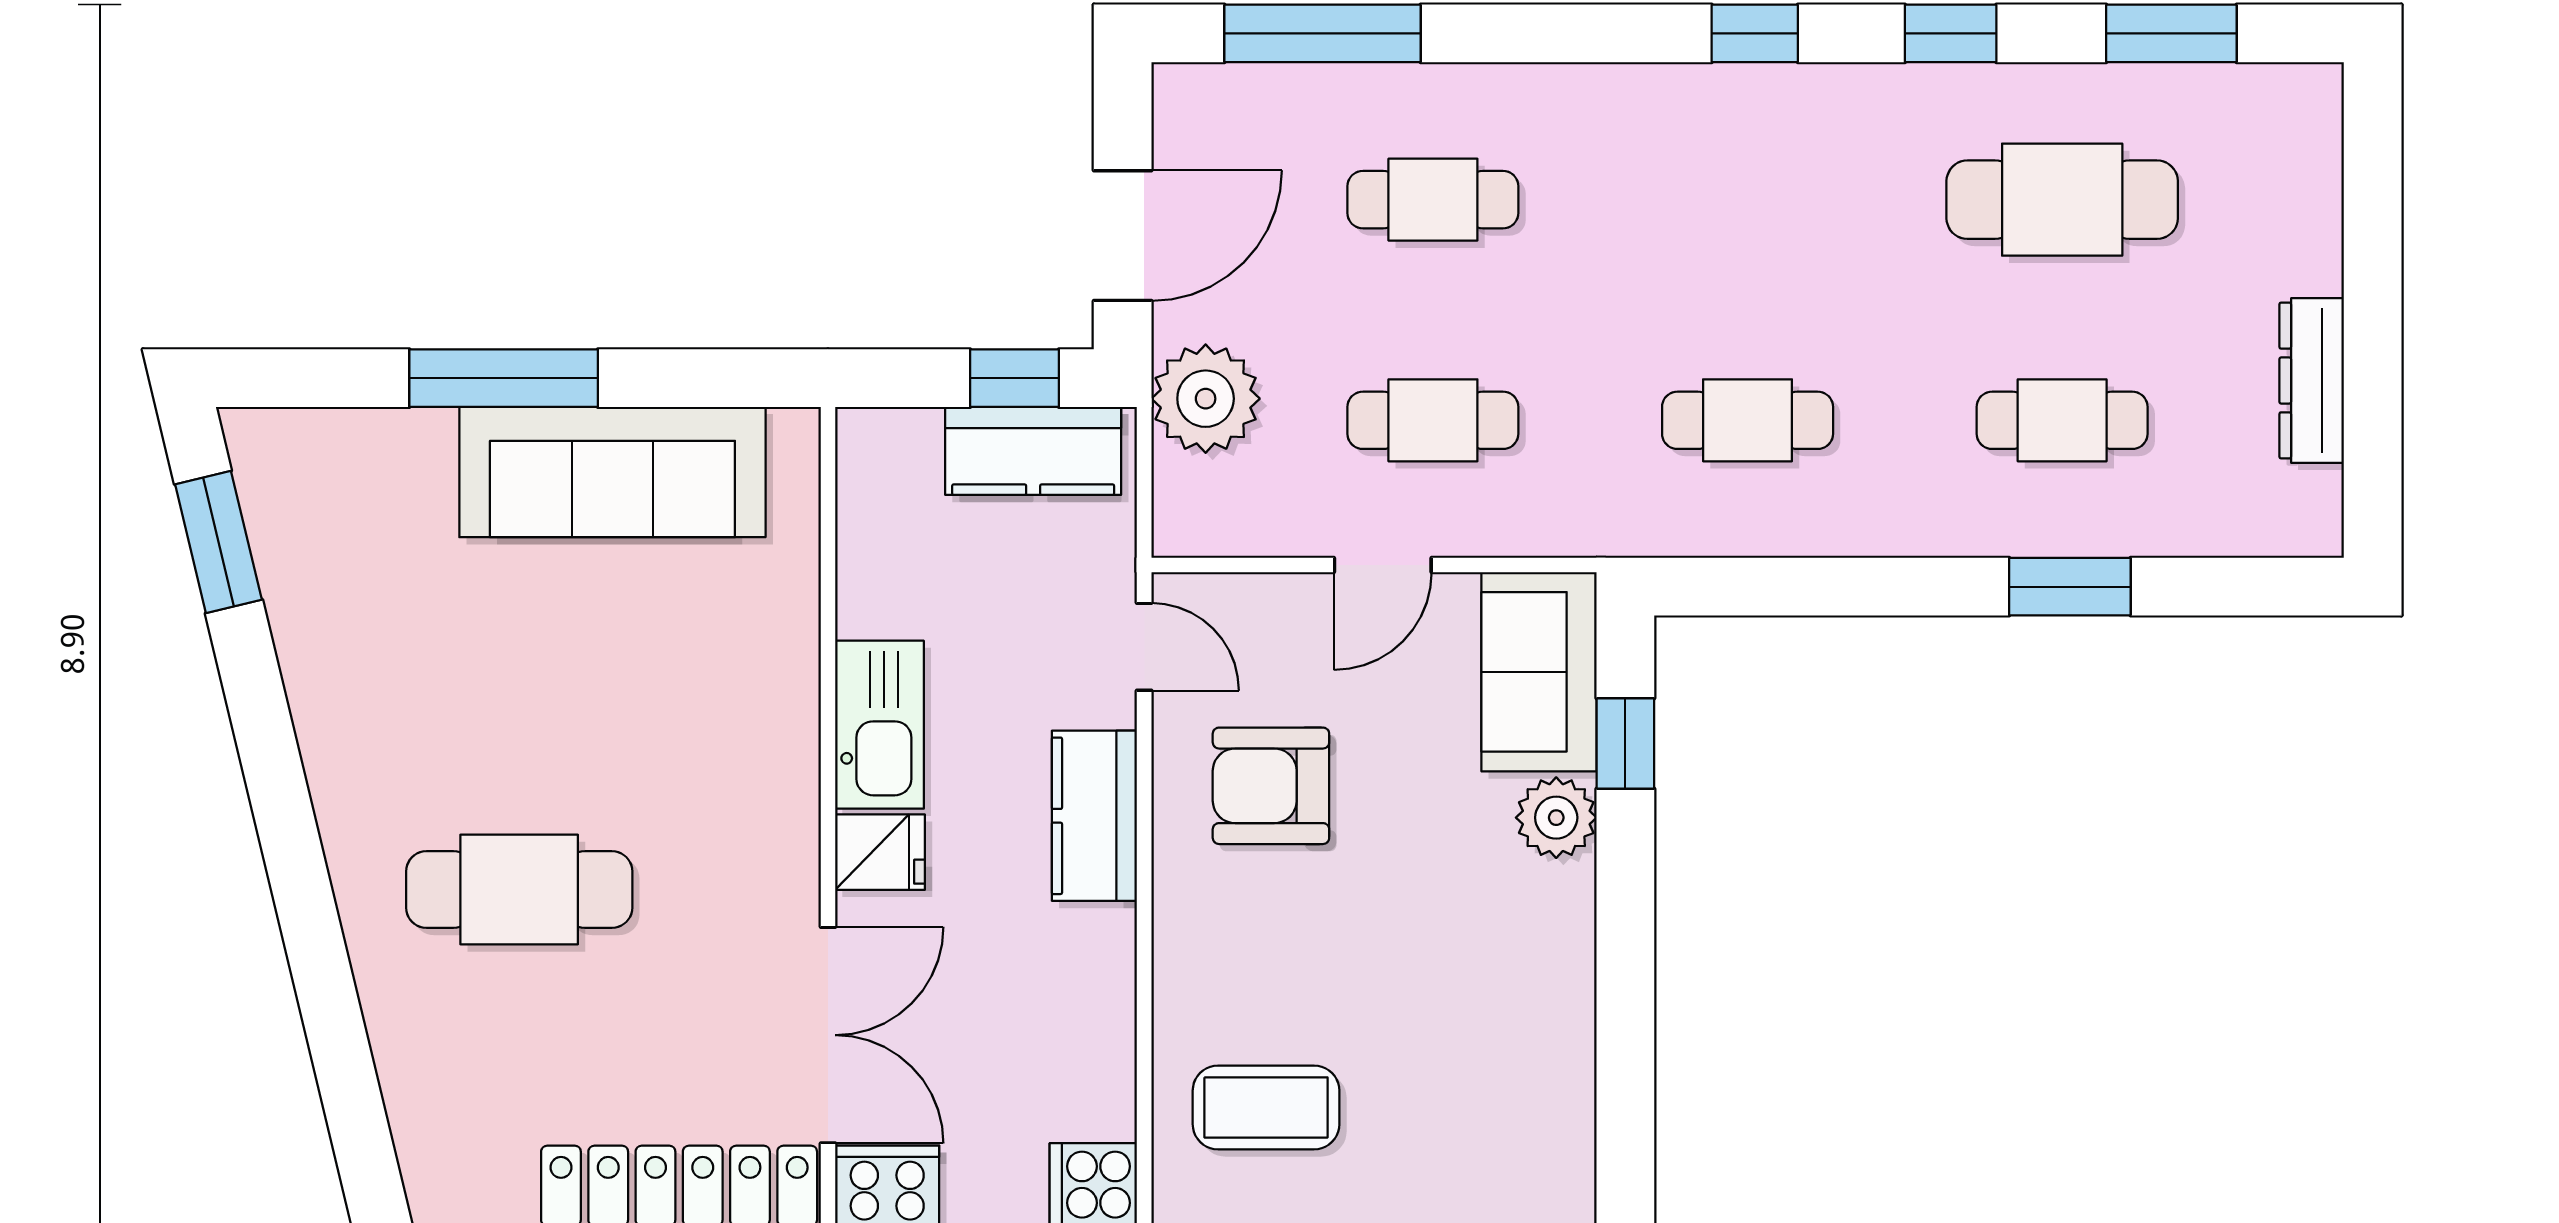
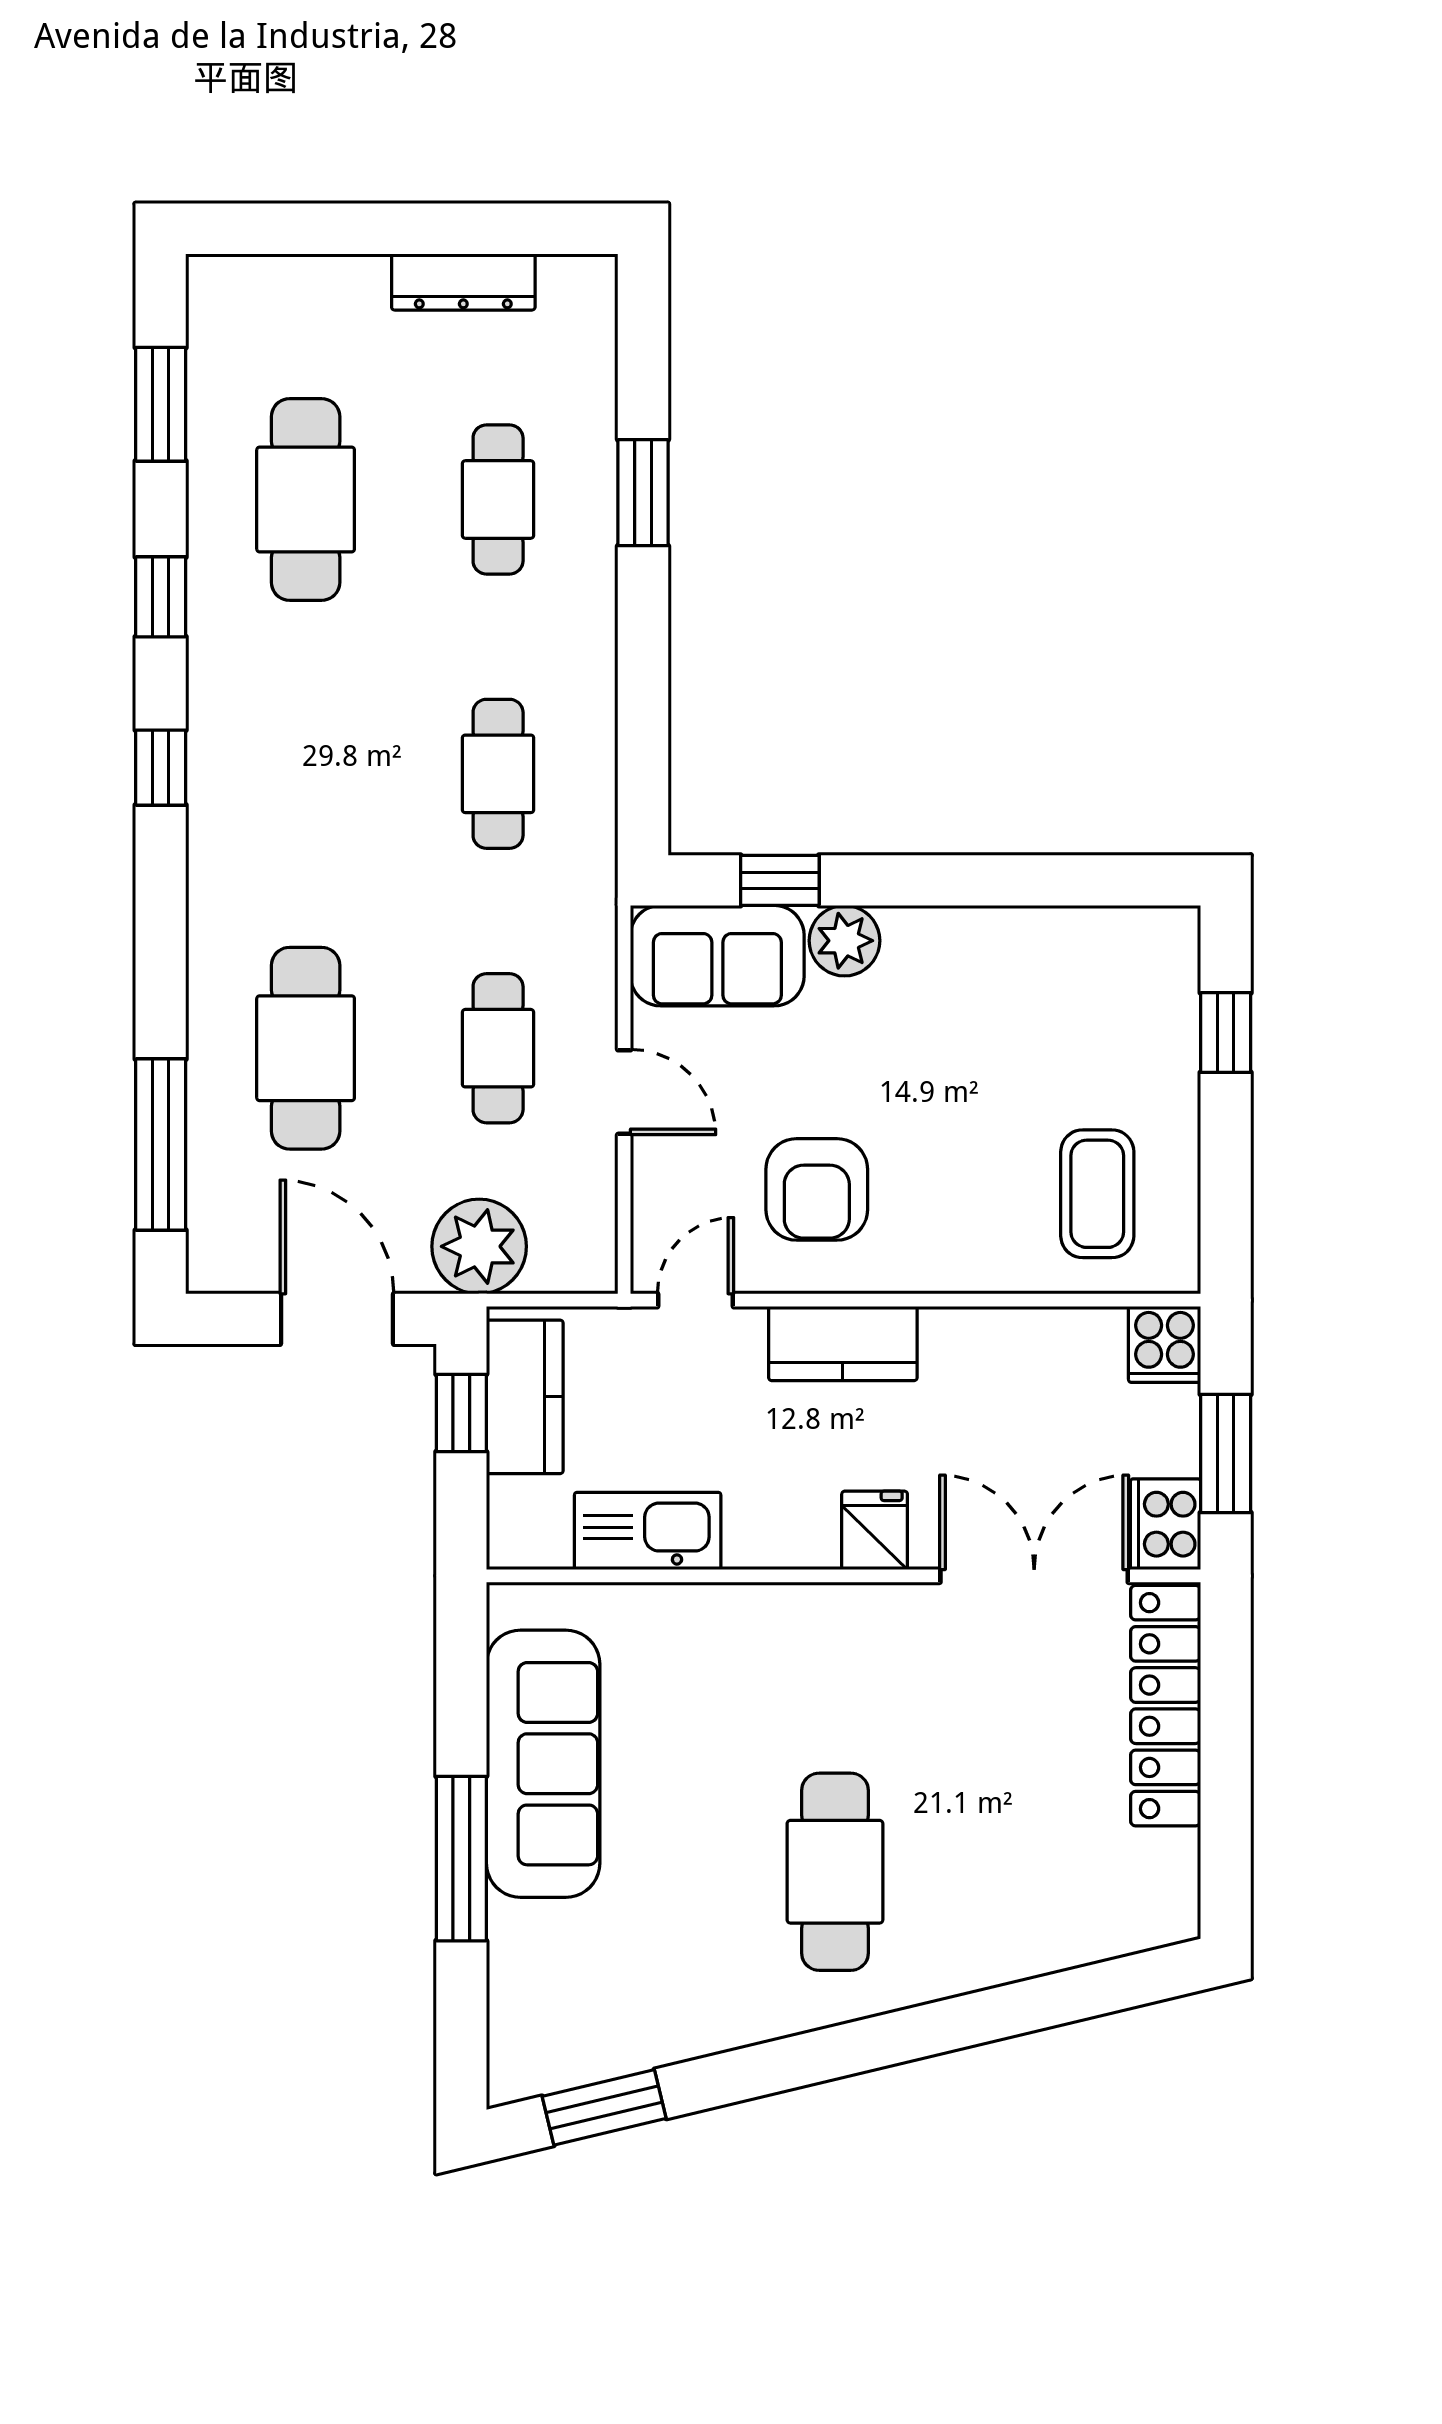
cafe table: (1433, 200) -> (306, 1048), width x1.37, depth x1.35
kitchen sink: (879, 725) -> (648, 1531), moved
cafe table: (519, 890) -> (835, 1872), moved

